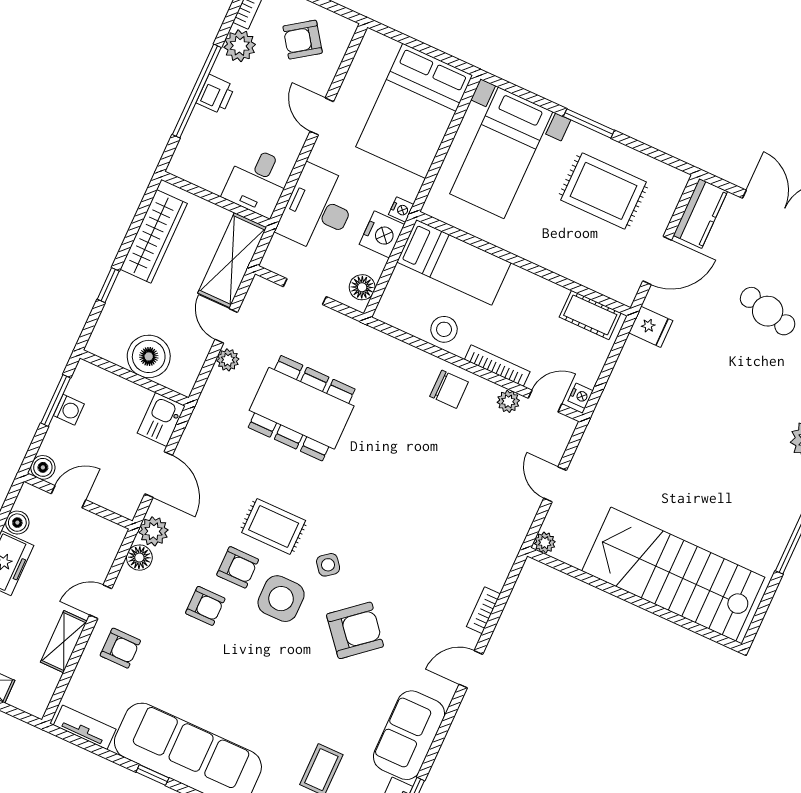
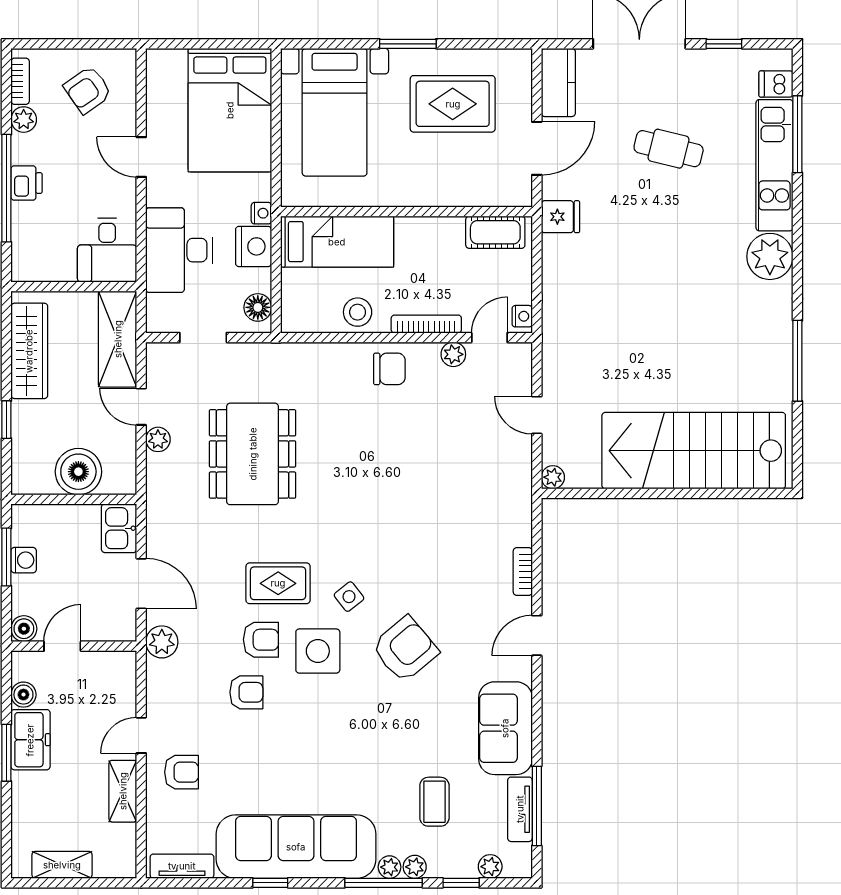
plant: (240, 46) -> (24, 120), width x0.73, depth x0.73
dining table: (302, 408) -> (253, 454), turned 90
floor lamp: (139, 558) -> (160, 674), removed

